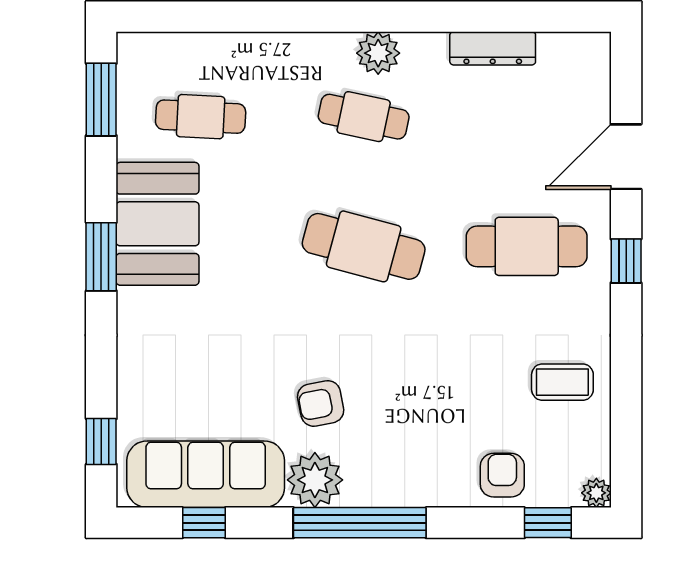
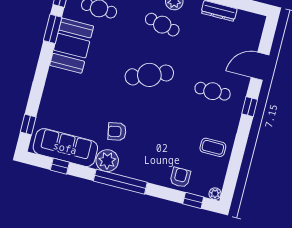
cafe table: (364, 246) -> (149, 75), turned -36
cafe table: (527, 246) -> (213, 91), width x0.73, depth x0.74
window: (101, 257) -> (53, 29), moved

